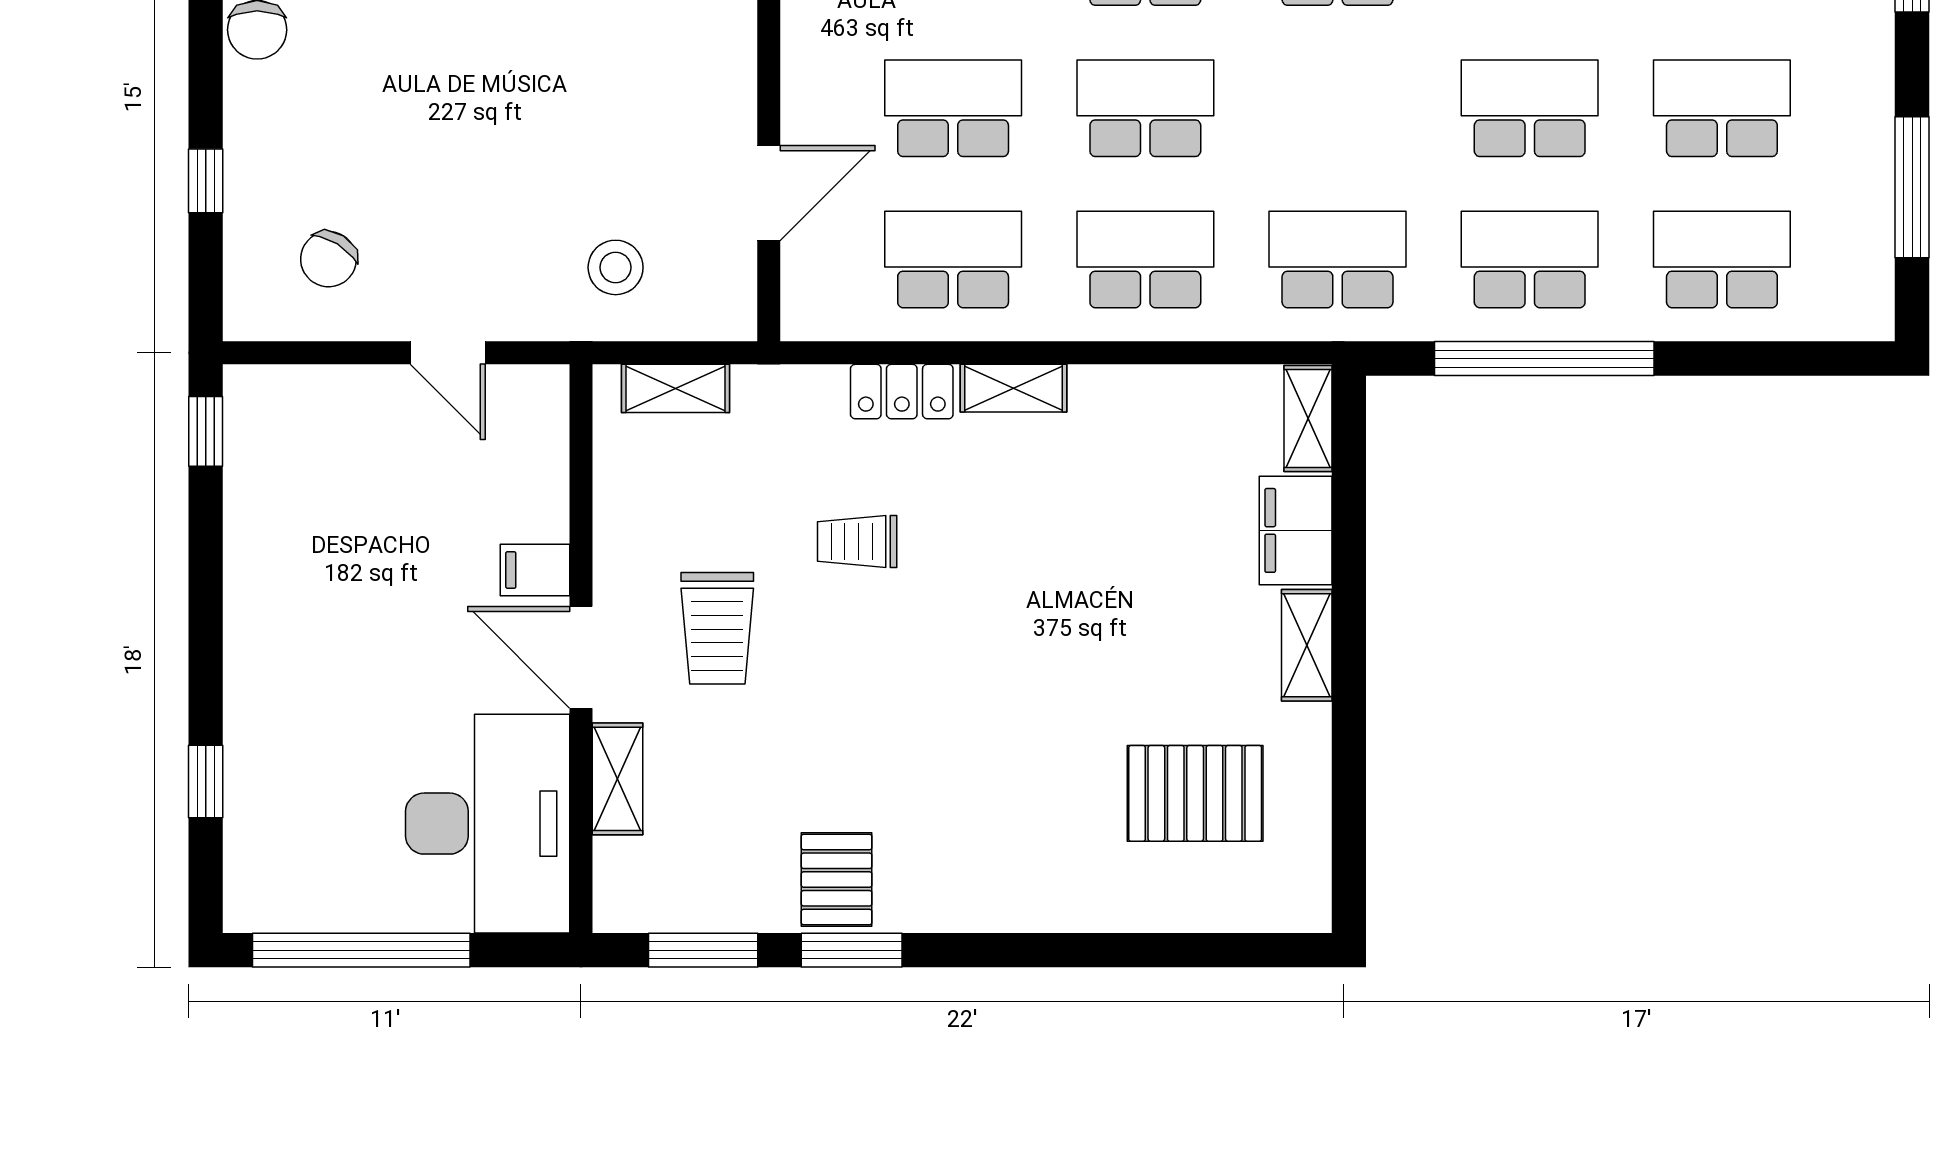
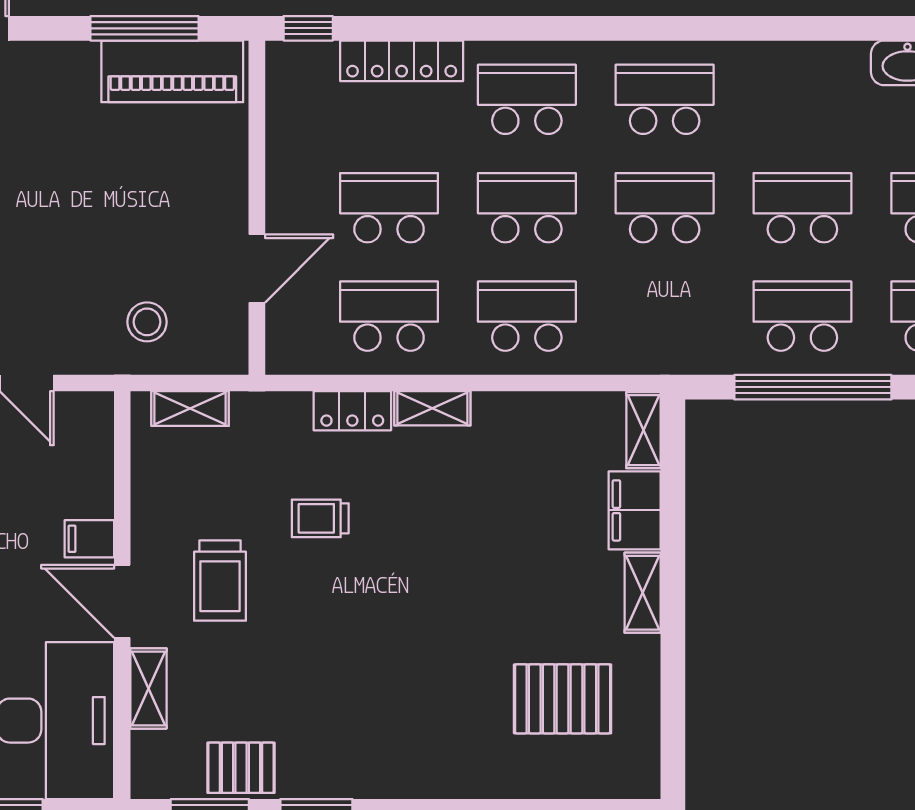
school desk: (1338, 259) -> (665, 208), moved
pallet: (837, 880) -> (241, 768), moved, turned 90

